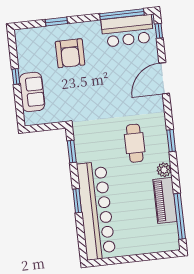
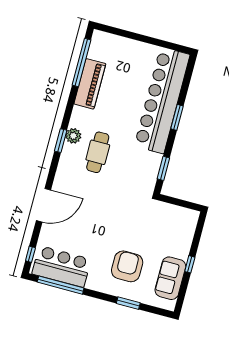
sofa: (32, 92) -> (170, 278), moved
plant: (164, 170) -> (73, 136), moved

